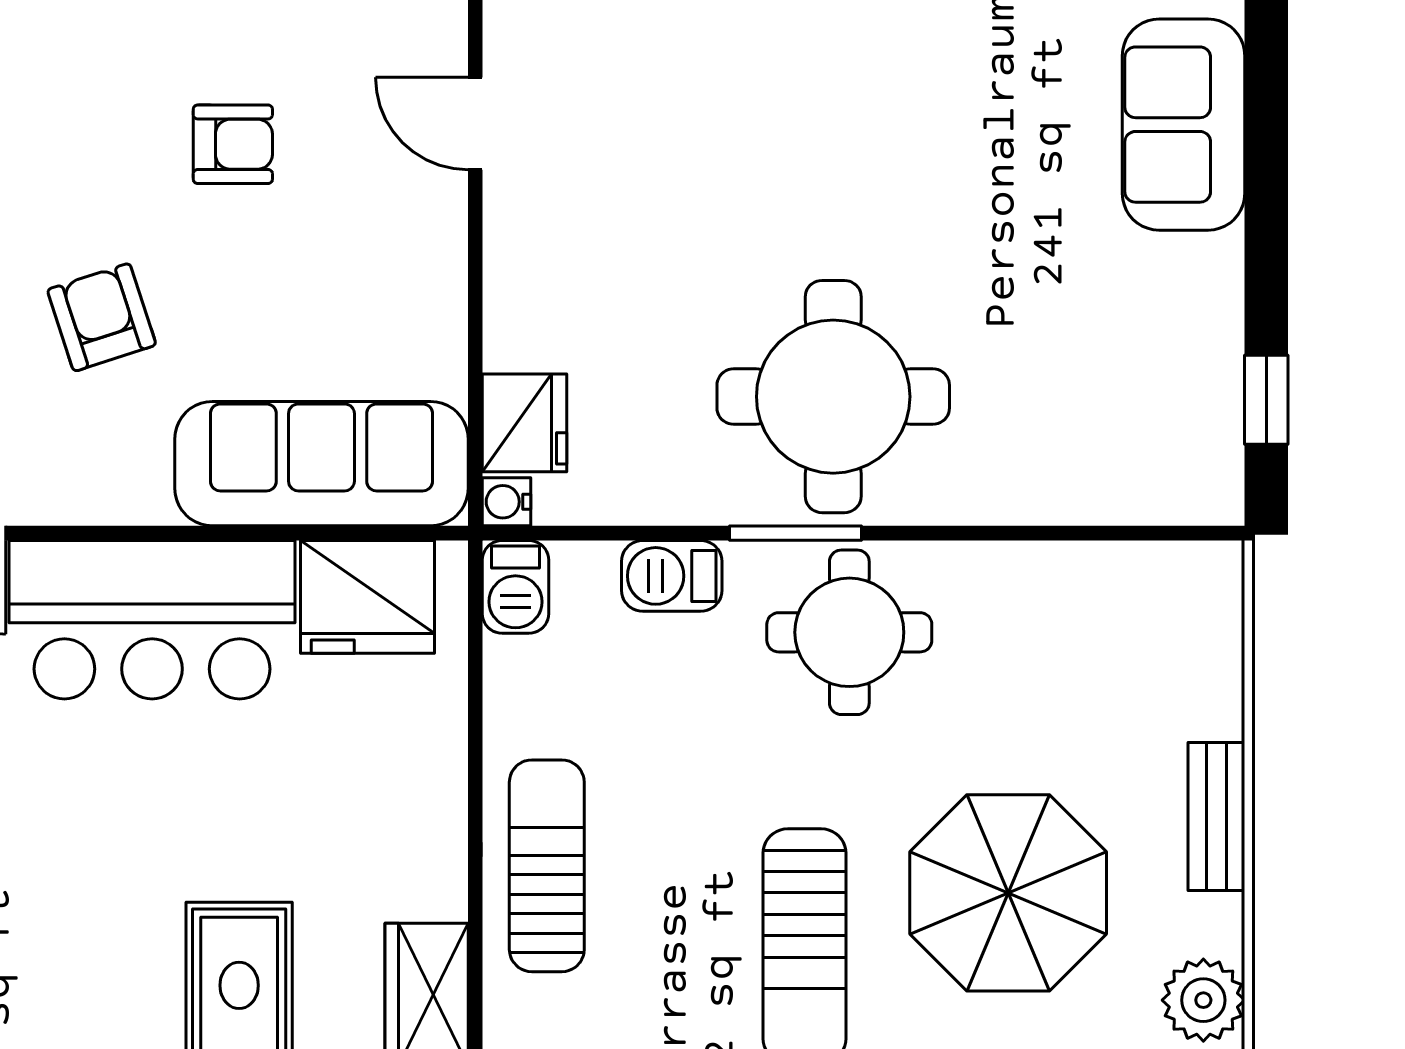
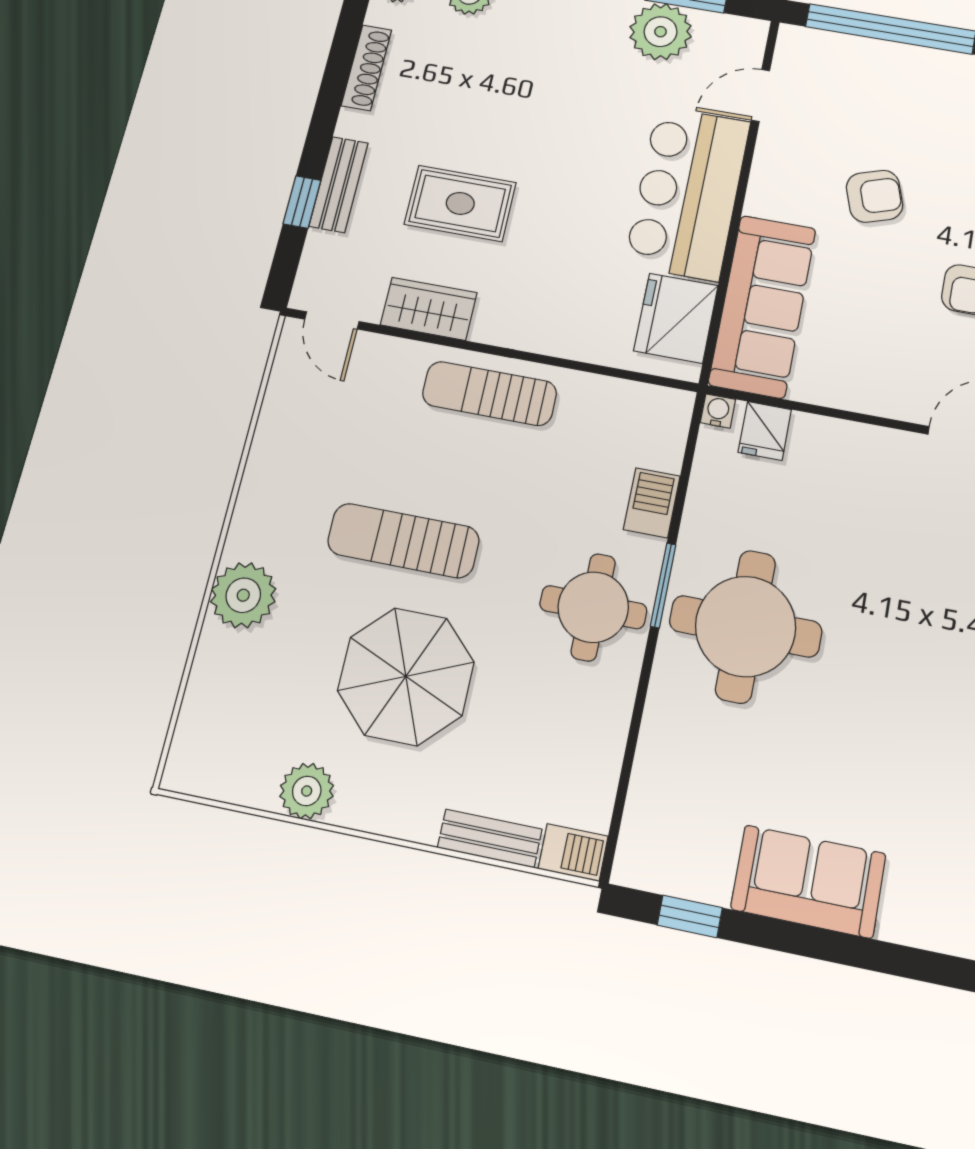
sofa: (1184, 125) -> (808, 881), moved
fridge: (525, 423) -> (765, 431), width x0.72
barbecue: (515, 587) -> (573, 852), moved, turned 180
bench: (1216, 816) -> (490, 838), moved
sun lounger: (547, 866) -> (489, 393), turned 180

